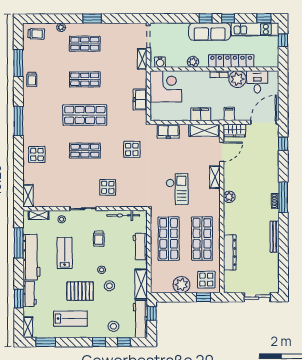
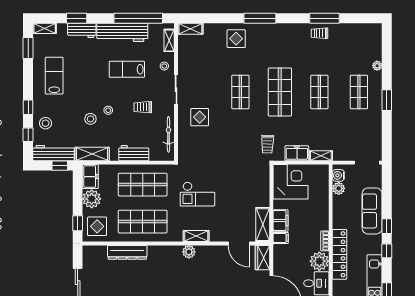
sofa: (210, 32) -> (372, 211), moved
trolley: (36, 34) -> (267, 144), moved
shelving: (142, 59) -> (321, 156), moved
plant: (193, 62) -> (339, 188), moved
window: (18, 63) -> (324, 18), moved
corner desk: (166, 86) -> (291, 182), moved, turned -90
filing cabinet: (229, 114) -> (281, 238), moved
window: (18, 121) -> (260, 18), moved
freezer: (168, 131) -> (90, 177), moved, turned 180
display table: (132, 149) -> (242, 144), removed
shelving: (215, 177) -> (196, 236), moved
window: (19, 243) -> (138, 18), width x1.46
lab bench: (65, 253) -> (127, 69), turned 180
pallet: (80, 291) -> (85, 86), removed
lab bench: (70, 319) -> (54, 76), turned 180

